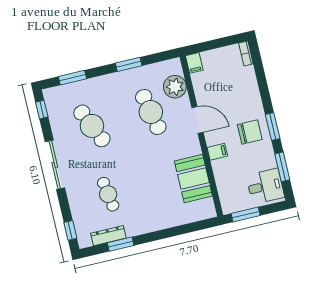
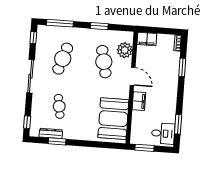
filing cabinet: (194, 63) -> (147, 39), width x2.00
window: (72, 78) -> (60, 23), width x1.44
cafe table: (92, 126) -> (63, 59), turned 42
window: (273, 126) -> (182, 67), moved
chair: (250, 132) -> (164, 95), removed
filing cabinet: (217, 152) -> (139, 101), width x2.00
booth: (193, 179) -> (113, 119), width x1.36, depth x1.42

